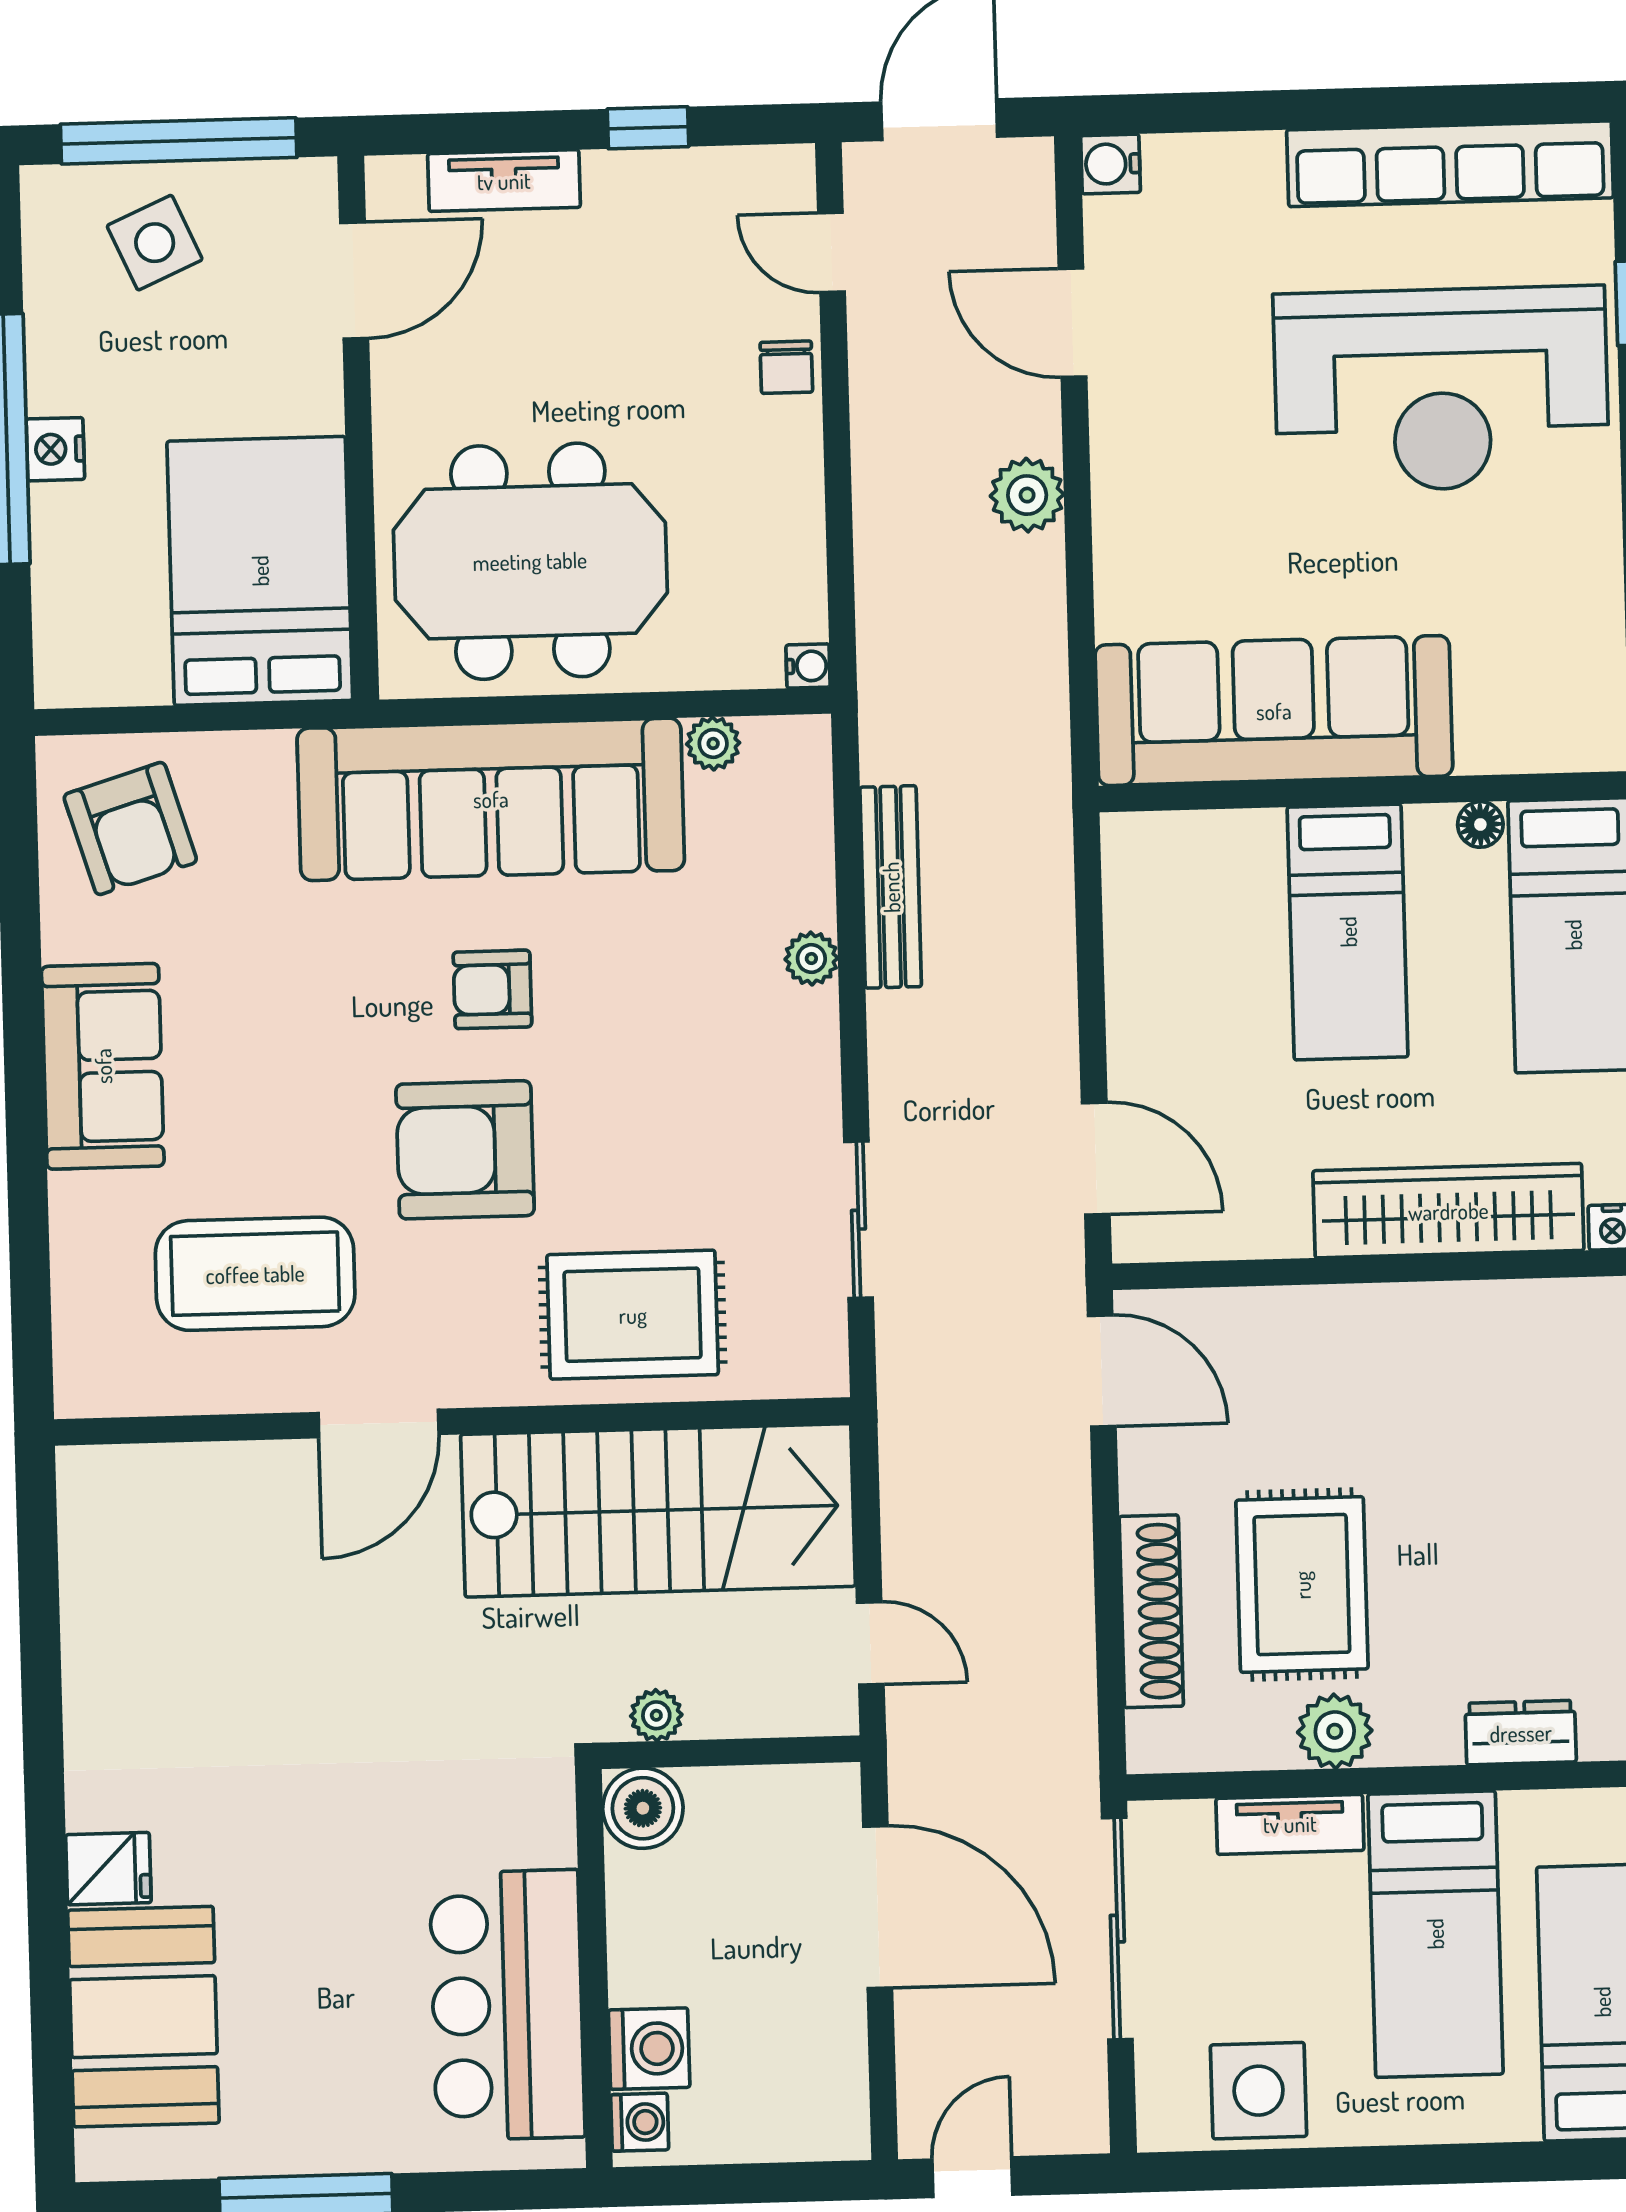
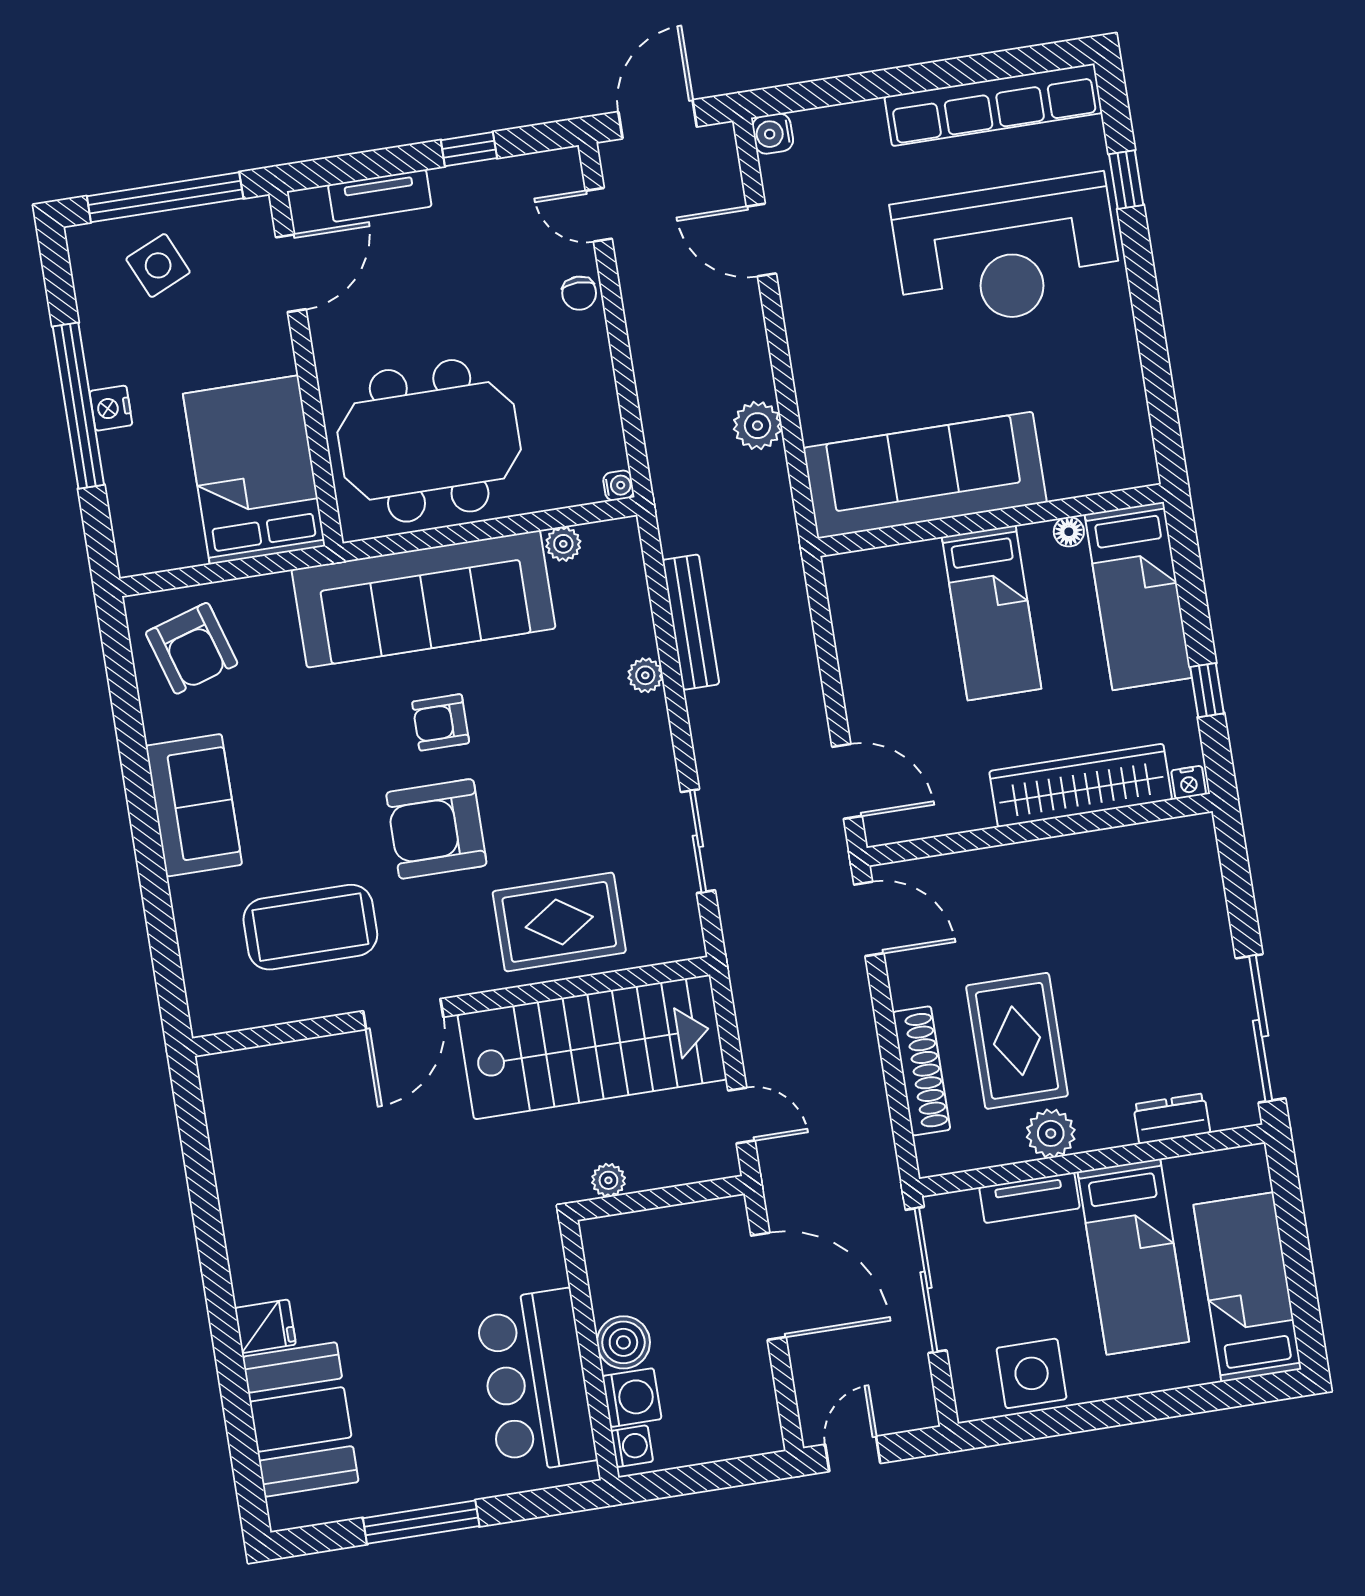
plant: (1027, 495) -> (757, 426), moved
boiler: (643, 1808) -> (623, 1342), moved

